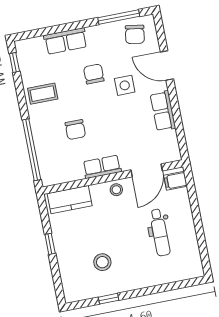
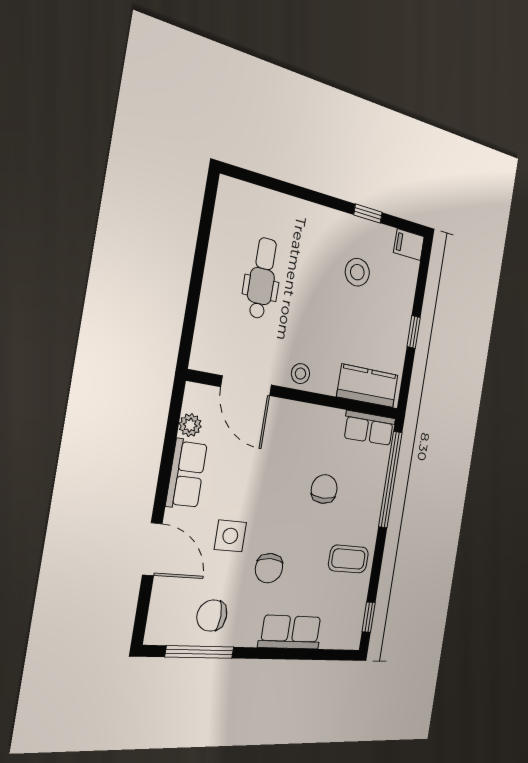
chair: (135, 34) -> (212, 616), moved, turned -99
plant: (171, 138) -> (190, 425), added
row of seats: (102, 167) -> (369, 428), moved
door: (147, 170) -> (246, 386), swing flipped
filing cabinet: (175, 181) -> (409, 245), moved, turned 180

